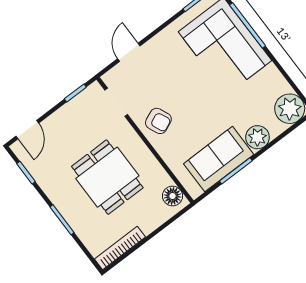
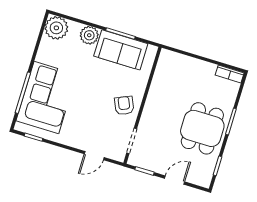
door: (27, 130) -> (175, 180), moved
dining table: (107, 177) -> (202, 128), moved
floor lamp: (173, 196) -> (165, 62), removed
bookcase: (120, 248) -> (230, 74), width x0.64

